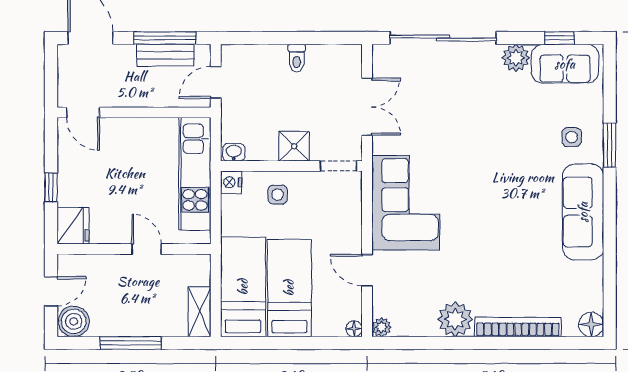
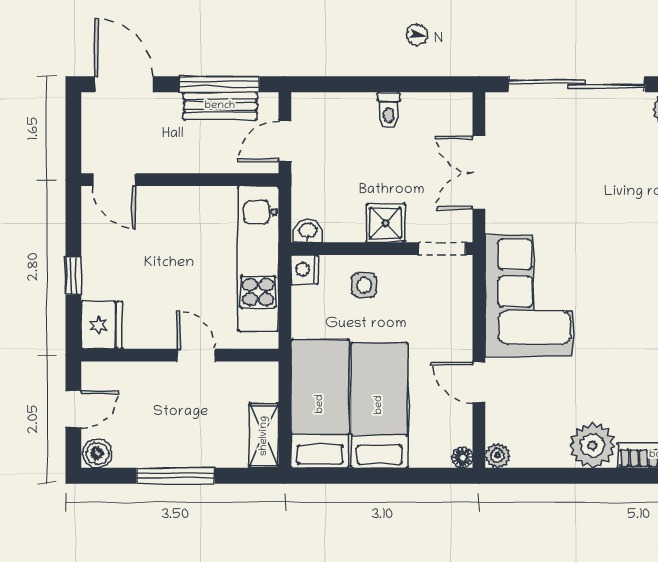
double door: (367, 107) -> (479, 173), swing flipped
boiler: (74, 321) -> (97, 453), width x0.73, depth x0.73

